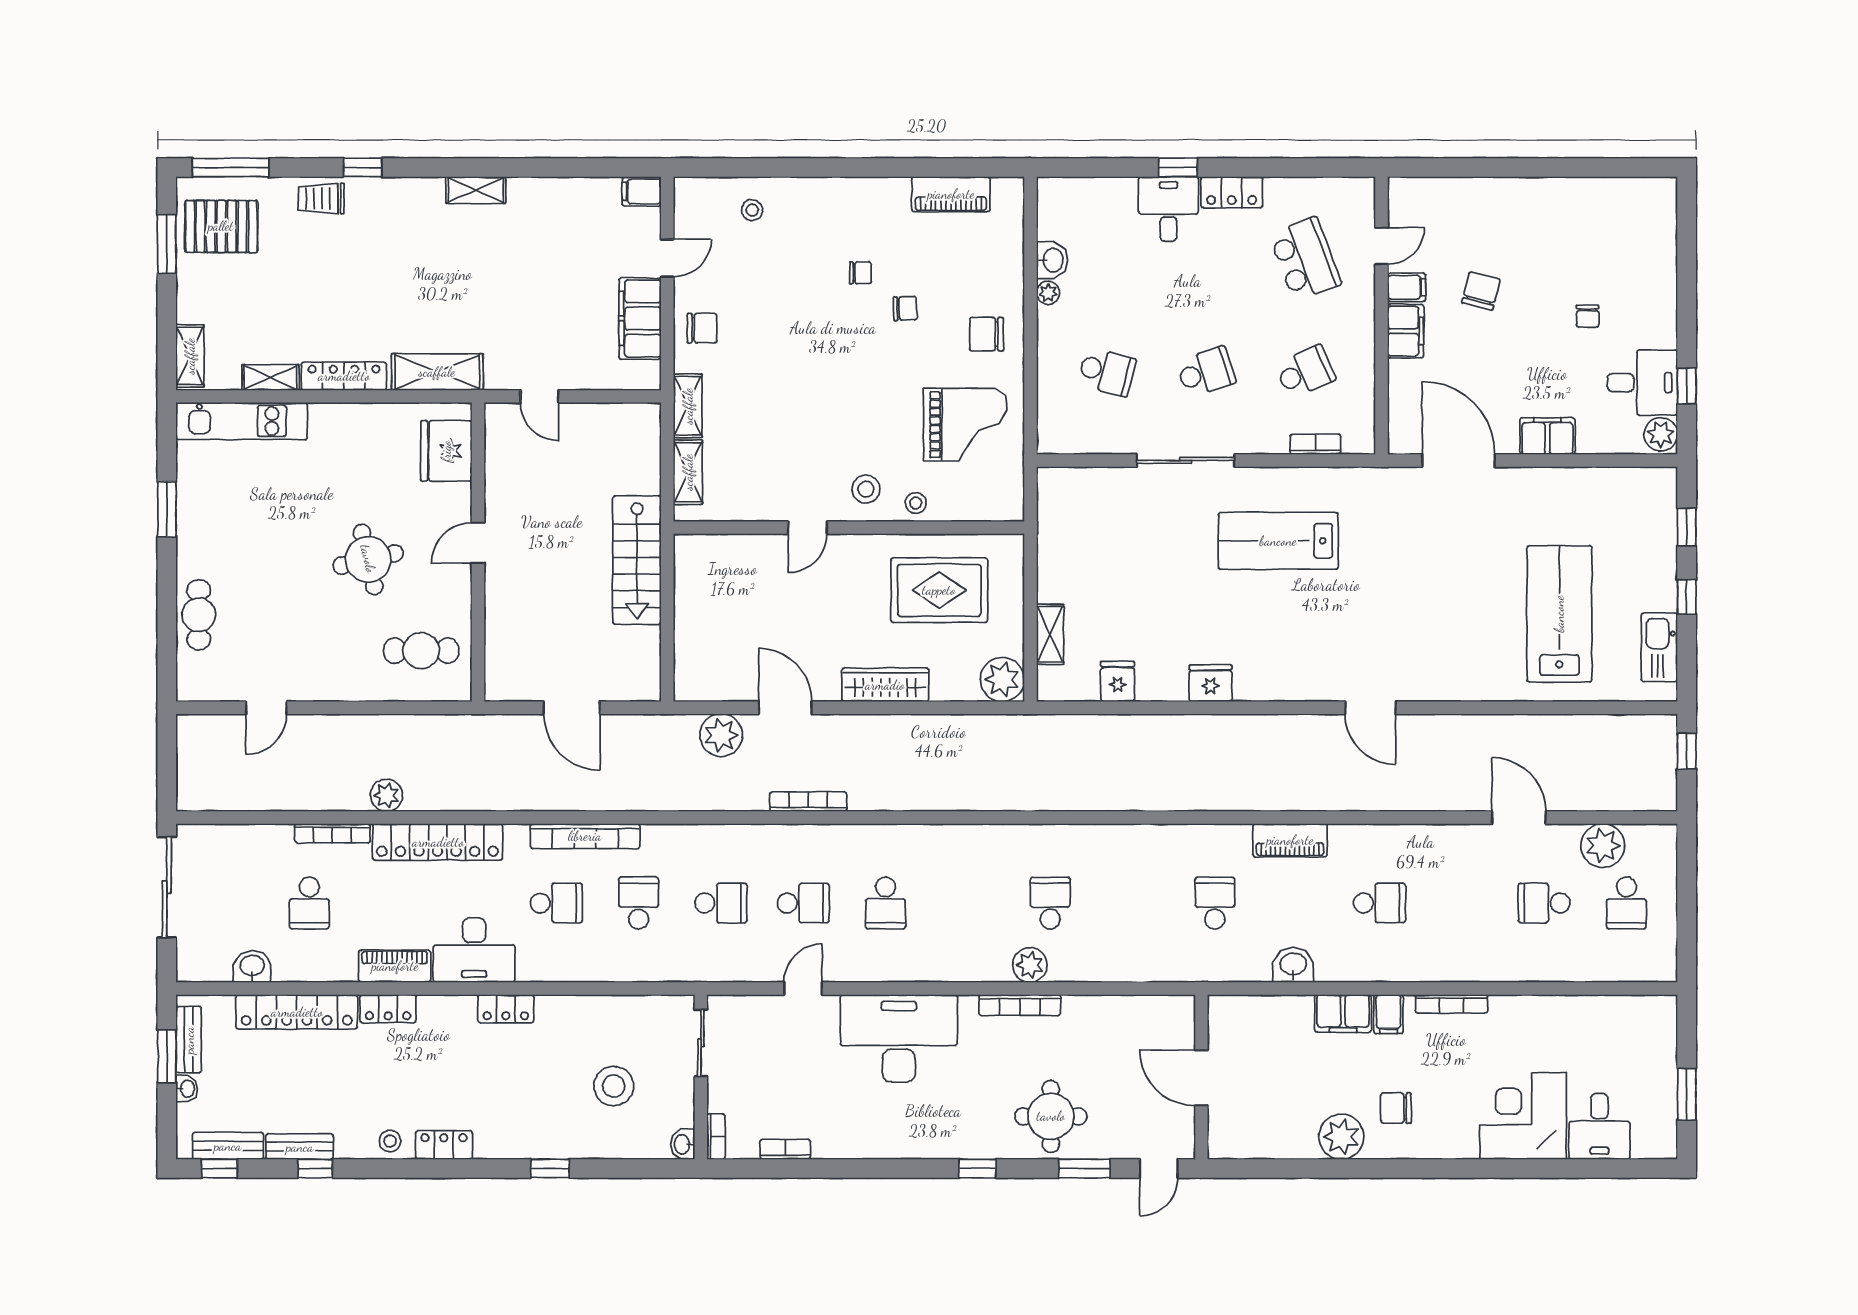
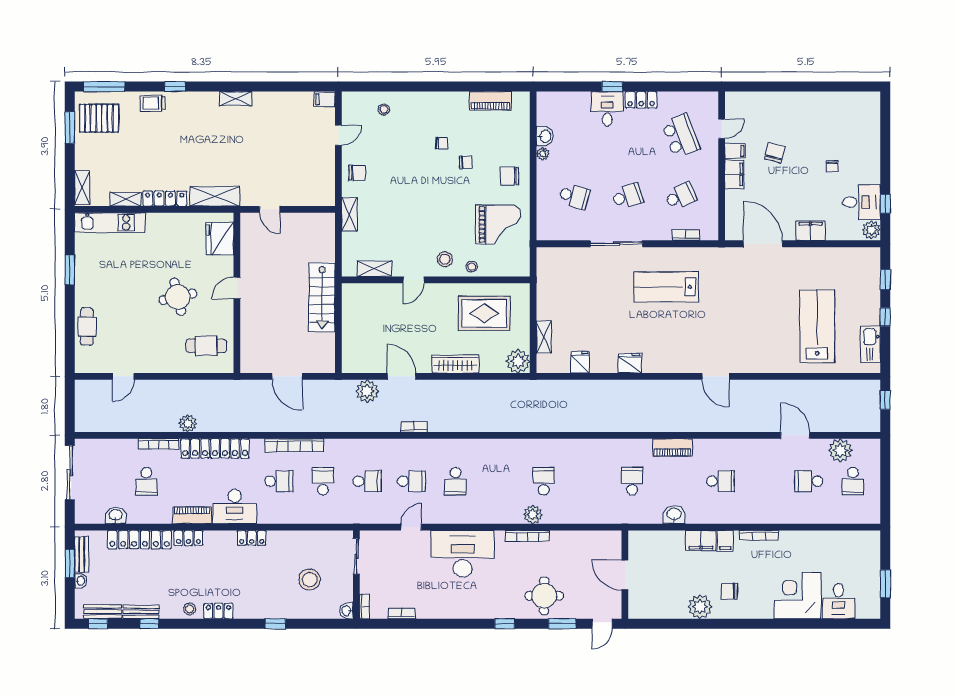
filing cabinet: (640, 319) -> (324, 168), removed
shelving: (688, 472) -> (374, 269), moved, turned 90
bookcase: (808, 802) -> (414, 427), width x0.64

